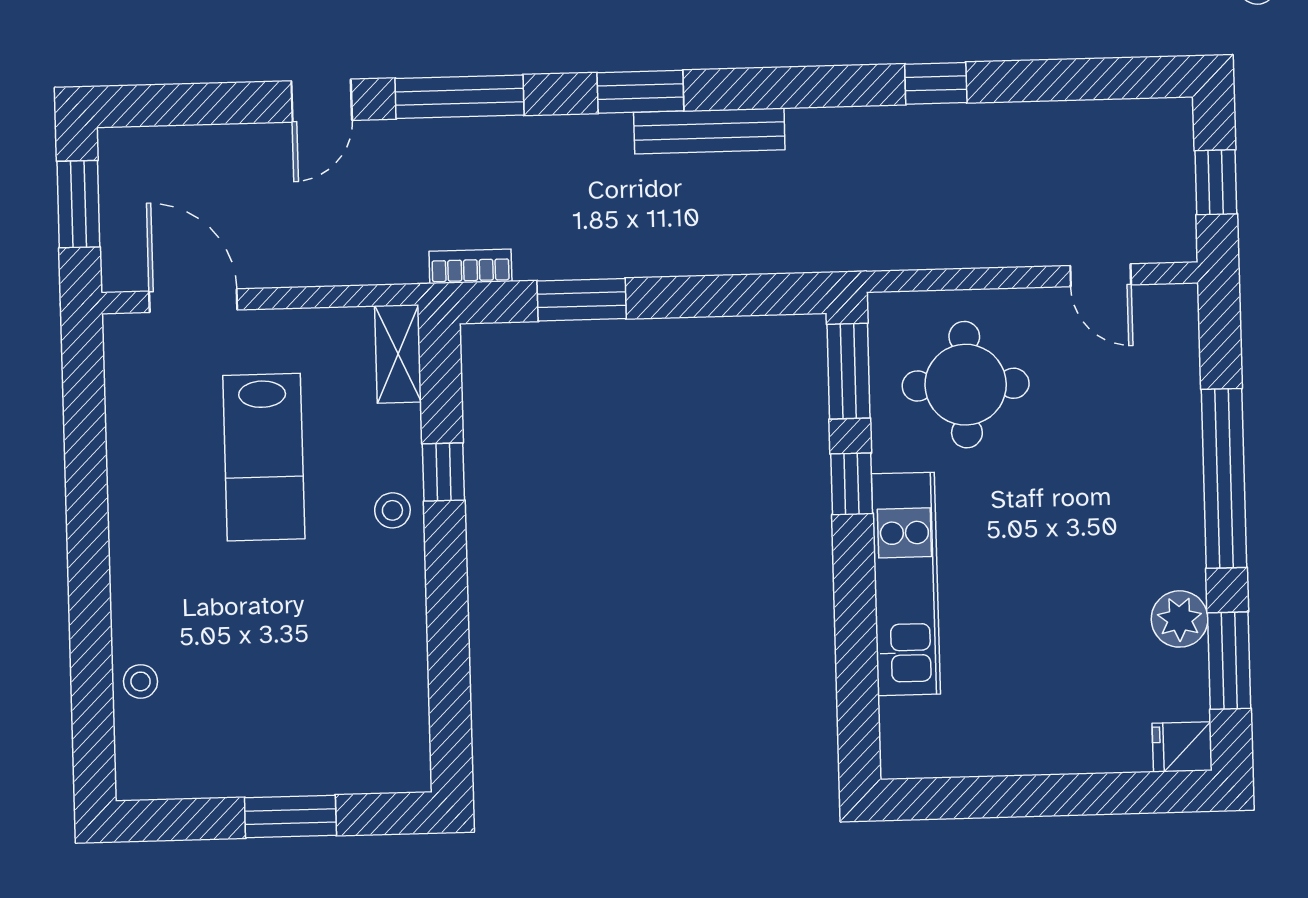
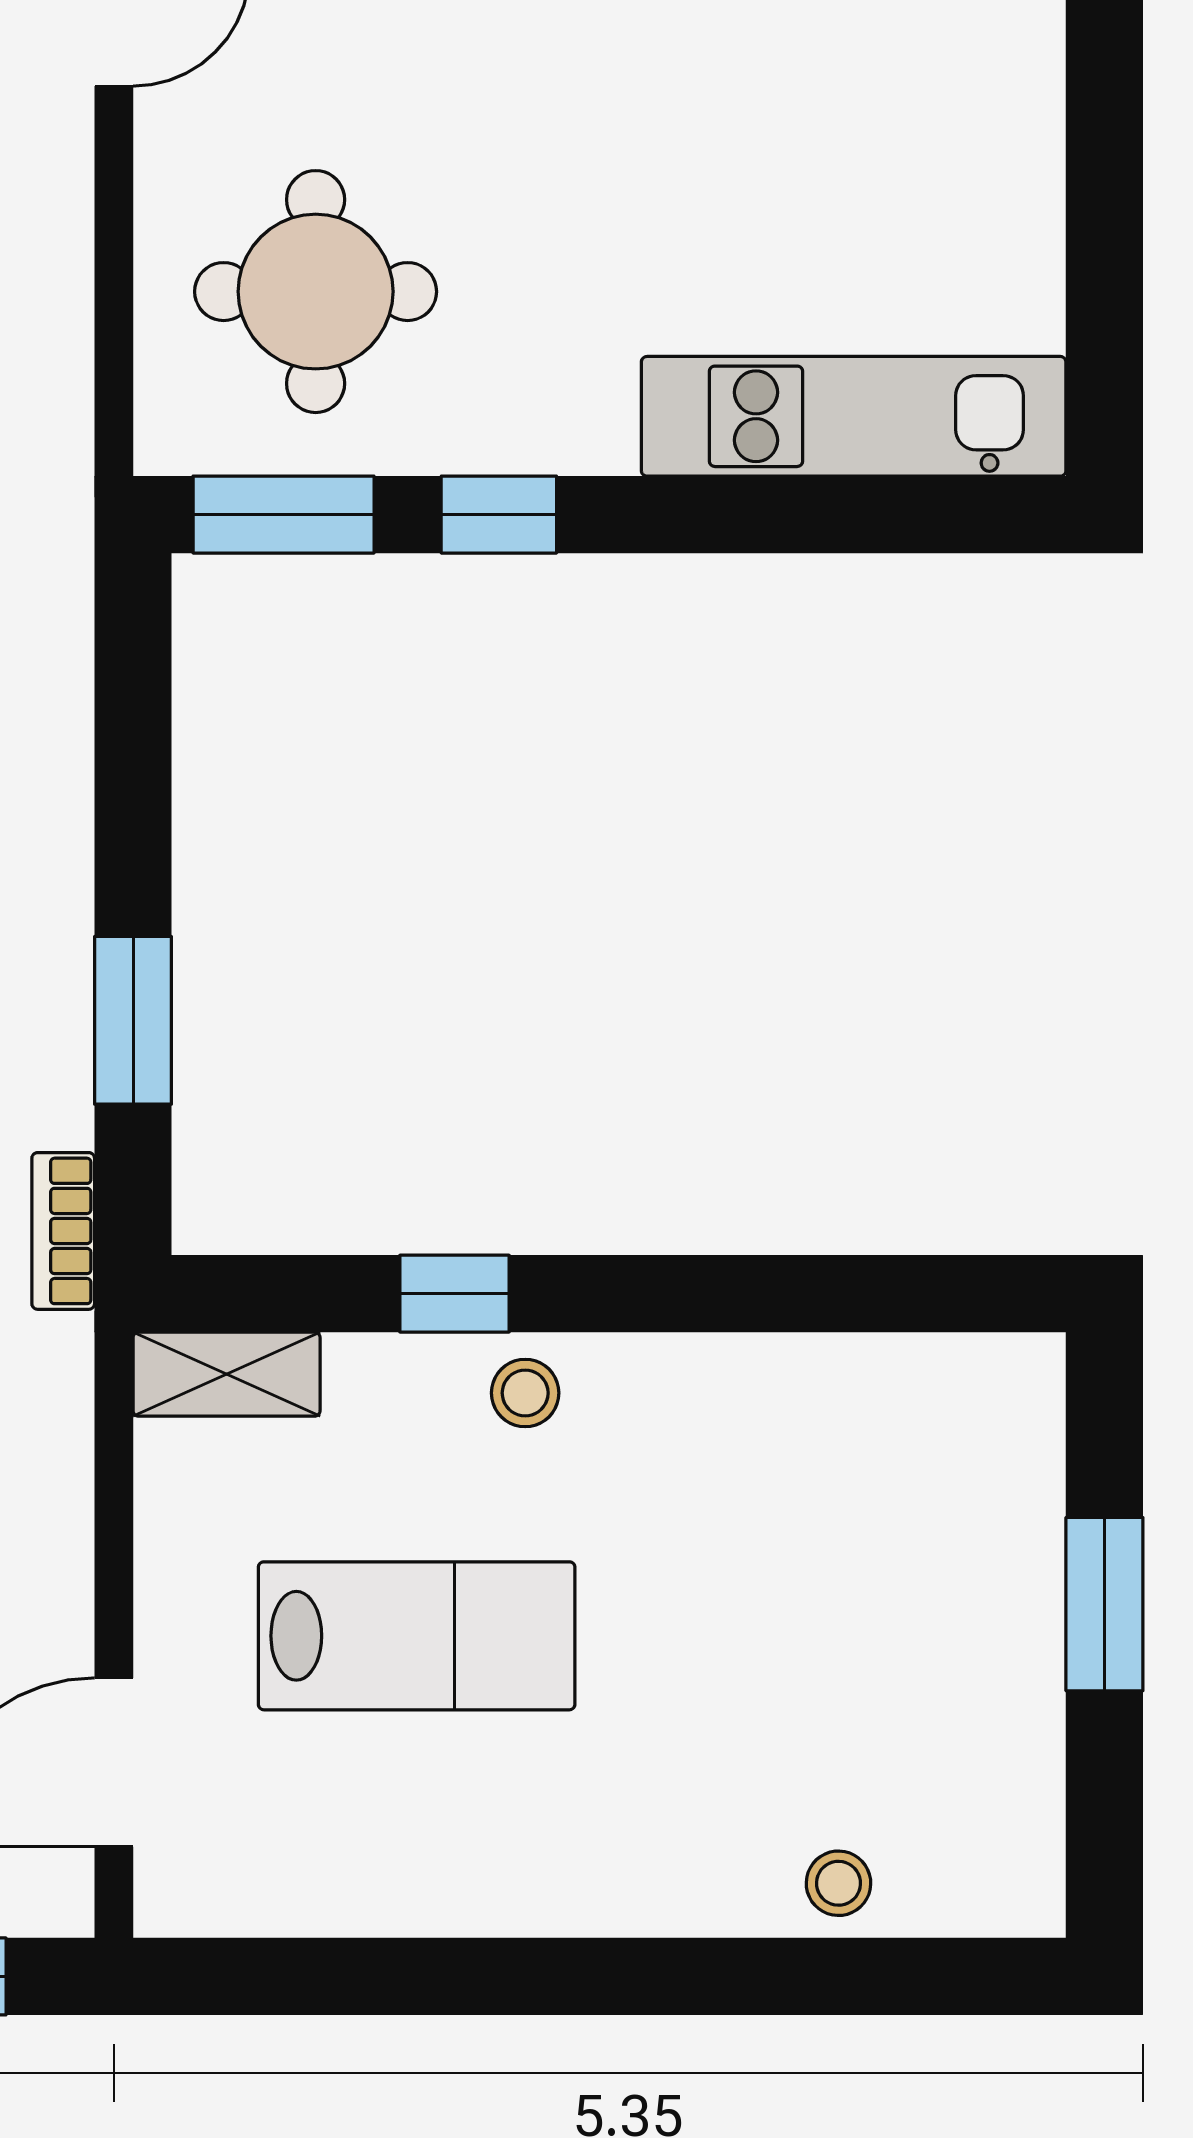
kitchen unit: (906, 584) -> (854, 416), moved

